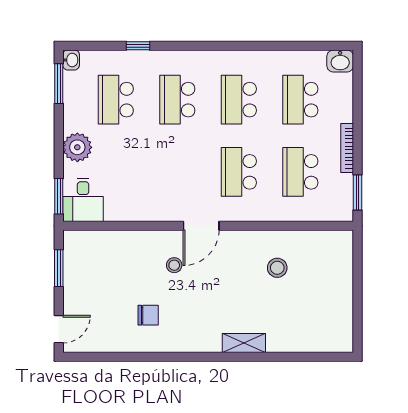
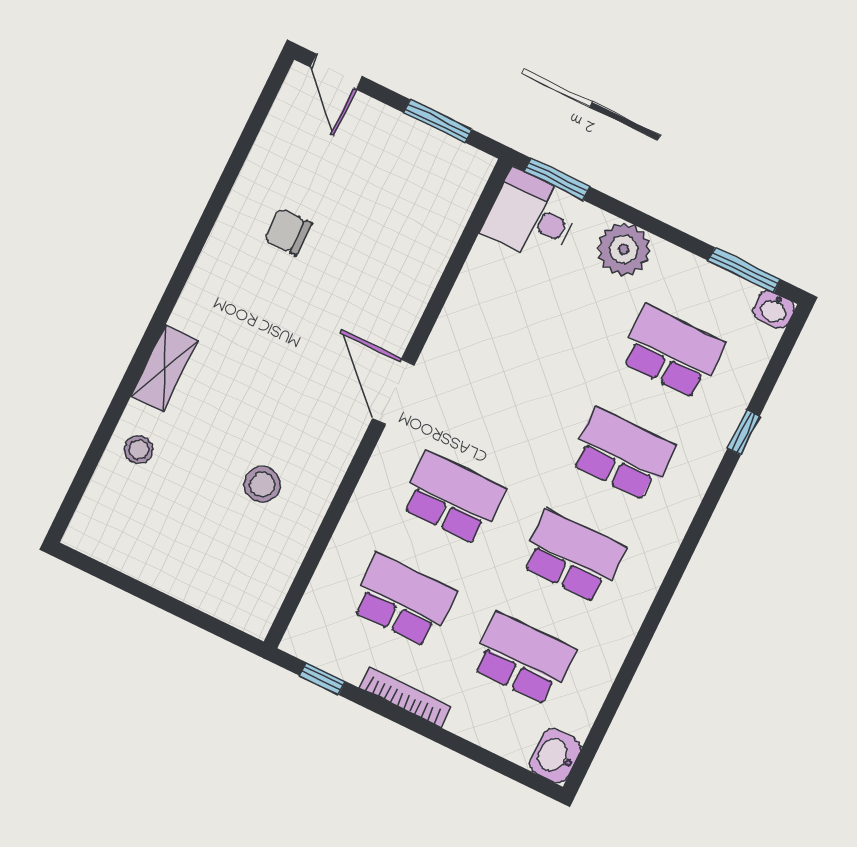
window: (357, 192) -> (323, 679), width x0.67
stool: (174, 265) -> (139, 449), moved
chair: (148, 315) -> (288, 232), turned 90

